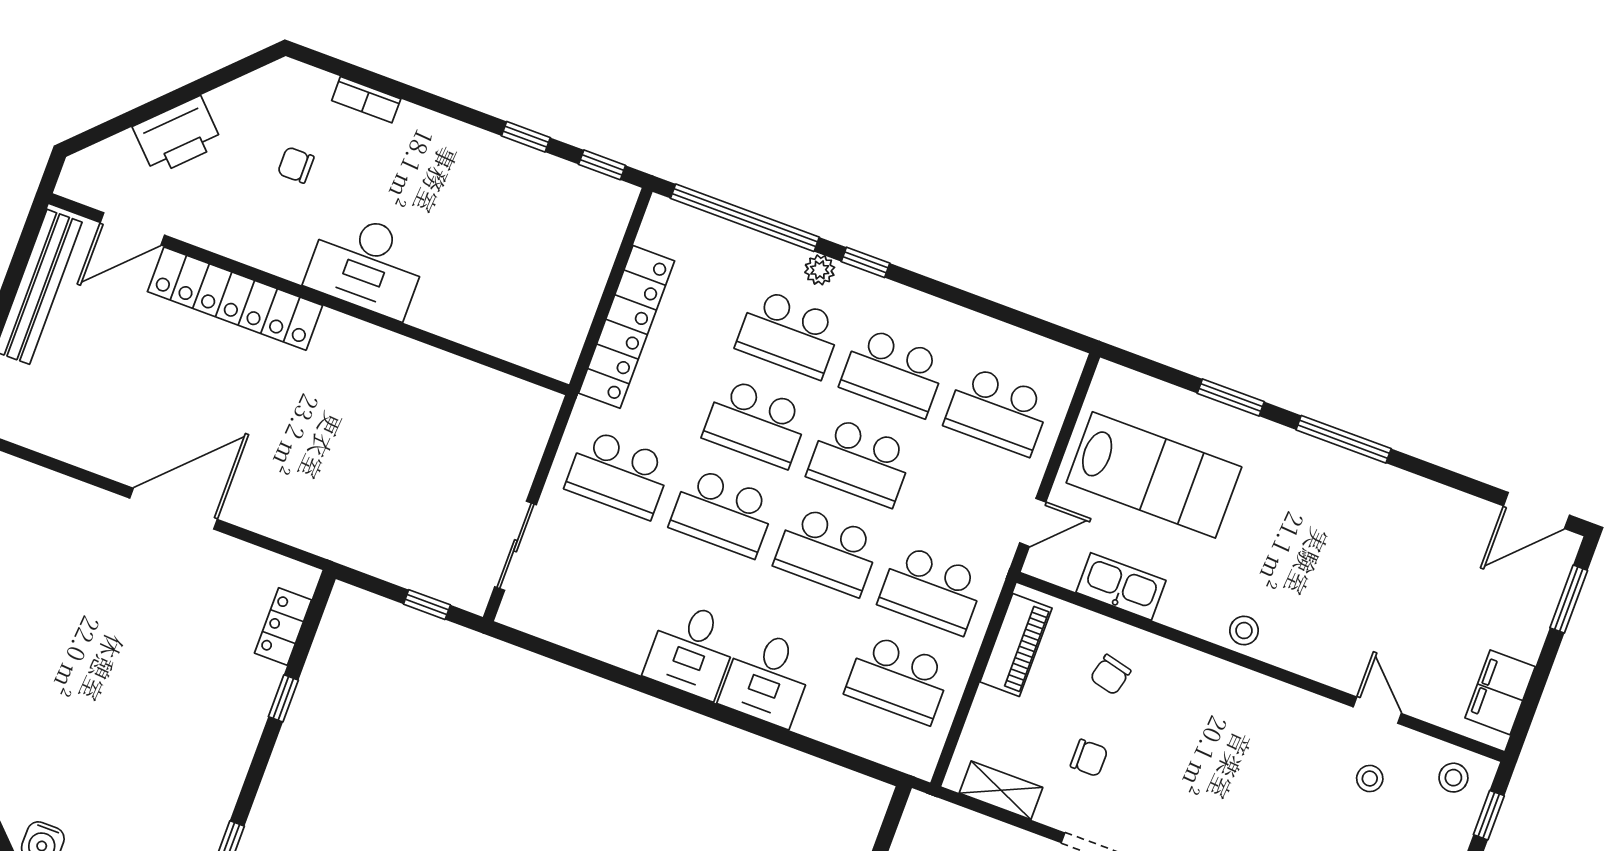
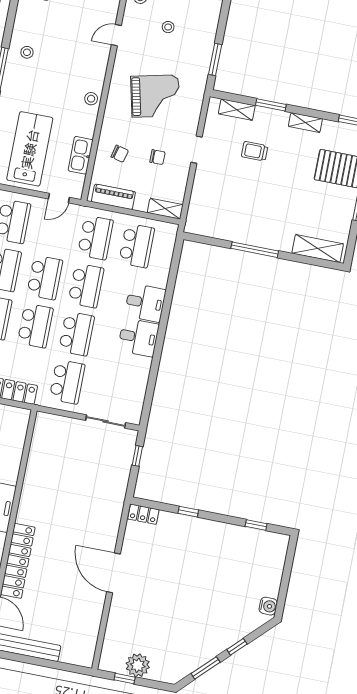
stool: (1371, 504) -> (27, 52), added
door: (1033, 522) -> (59, 198), swing flipped
locker: (283, 627) -> (143, 514), moved
chair: (1089, 758) -> (157, 157), turned 90
grand piano: (1227, 775) -> (155, 96), added
stool: (1370, 778) -> (168, 27), moved
shelving: (1001, 790) -> (165, 209), moved, turned 90

